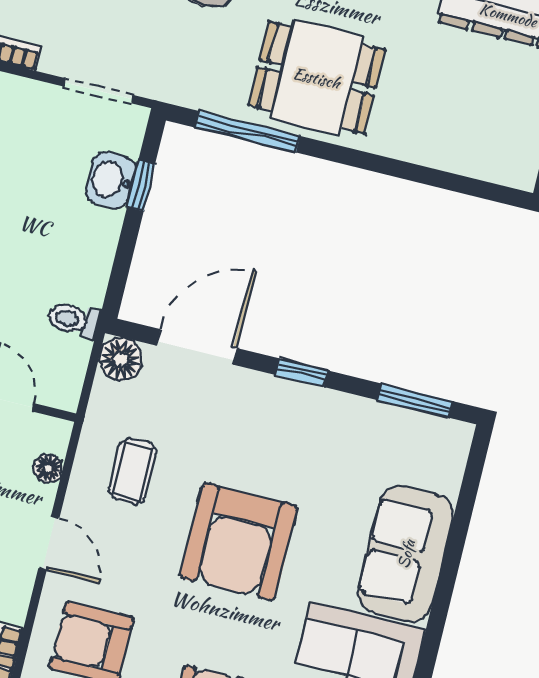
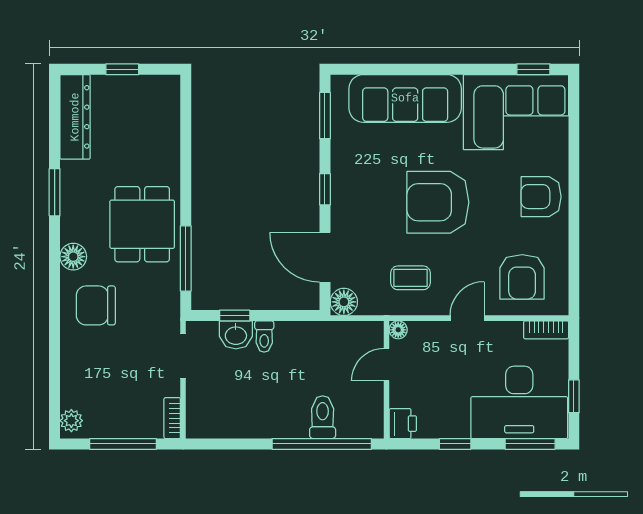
toilet: (74, 320) -> (264, 336), moved
floor lamp: (48, 468) -> (398, 330), moved
armchair: (239, 542) -> (438, 202), turned 180
sofa: (406, 554) -> (405, 98), width x1.36

